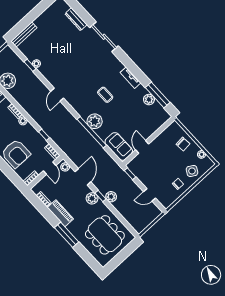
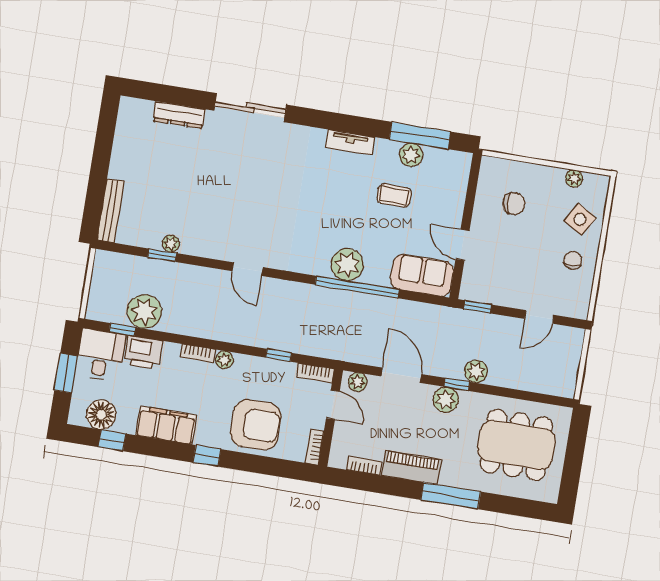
coffee table: (105, 95) -> (394, 195), moved
chair: (183, 144) -> (514, 204), moved

